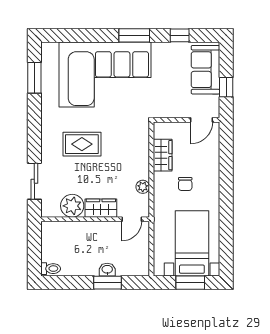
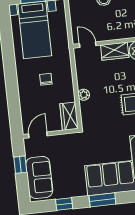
wardrobe: (163, 155) -> (69, 116), moved
plant: (143, 187) -> (84, 95), moved
door: (132, 219) -> (88, 45), hinge flipped

